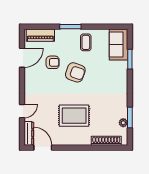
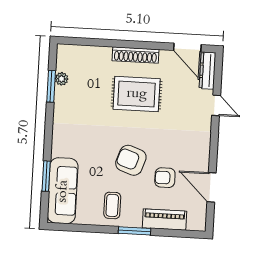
piano: (40, 35) -> (165, 220), moved
sofa: (119, 45) -> (63, 191), width x1.36
door: (22, 58) -> (212, 187), hinge flipped
door: (22, 111) -> (216, 105), swing flipped
shoe rack: (106, 141) -> (135, 55), moved

